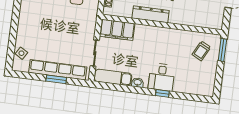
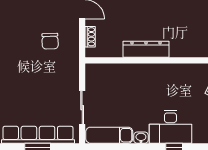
filing cabinet: (117, 30) -> (106, 75), removed
desk: (162, 77) -> (170, 127), width x1.37

